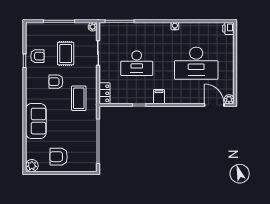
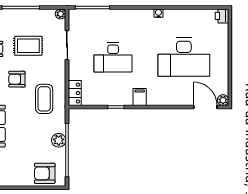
rug: (66, 54) -> (28, 46), turned 90
plant: (91, 133) -> (59, 140), added
armchair: (59, 157) -> (45, 173), moved

